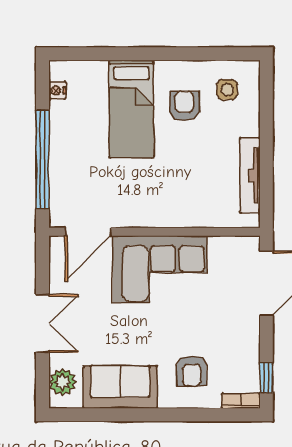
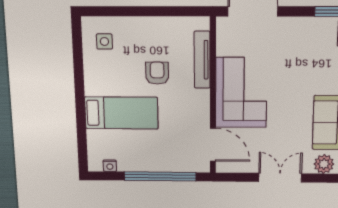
armchair: (184, 106) -> (157, 73), moved, turned 90
tv unit: (250, 175) -> (202, 60), moved, turned 90
armchair: (192, 371) -> (319, 69), removed

